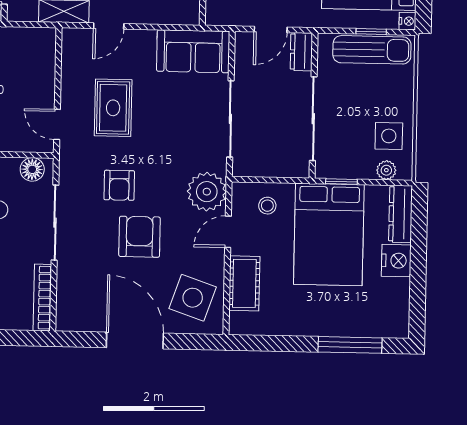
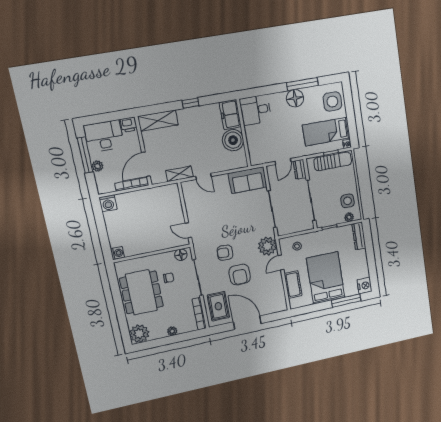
door: (109, 26) -> (204, 176), hinge flipped
rug: (113, 108) -> (218, 306), moved
armchair: (119, 185) -> (225, 253), turned 92
bed: (329, 234) -> (326, 278), moved, turned 180
armchair: (140, 237) -> (240, 275), turned 180
nightstand: (396, 261) -> (364, 286), moved
side table: (193, 298) -> (270, 297), removed

